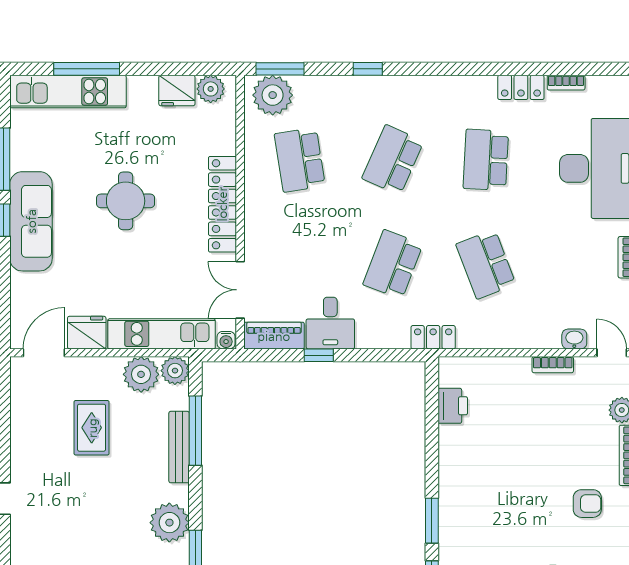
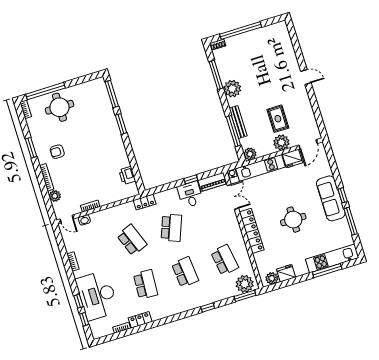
school desk: (393, 160) -> (185, 272), turned -30
plant: (141, 374) -> (281, 142), moved

